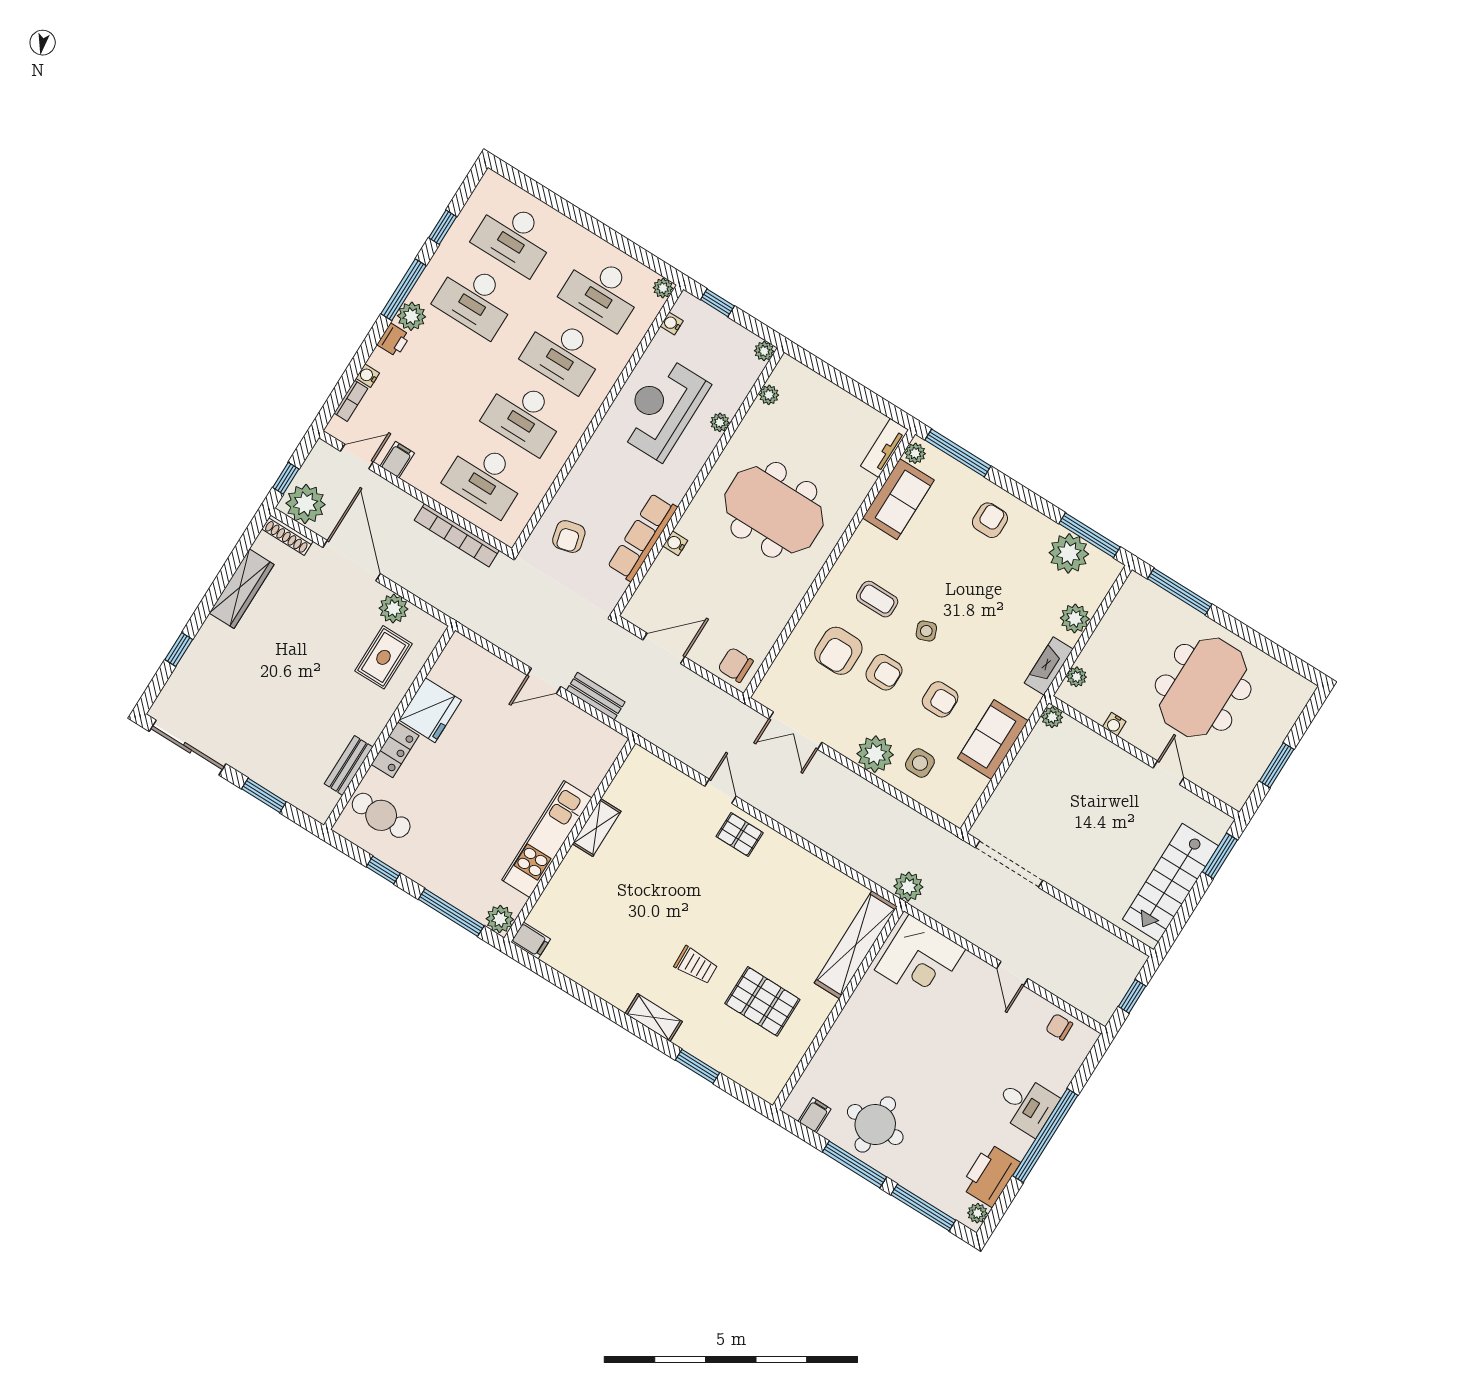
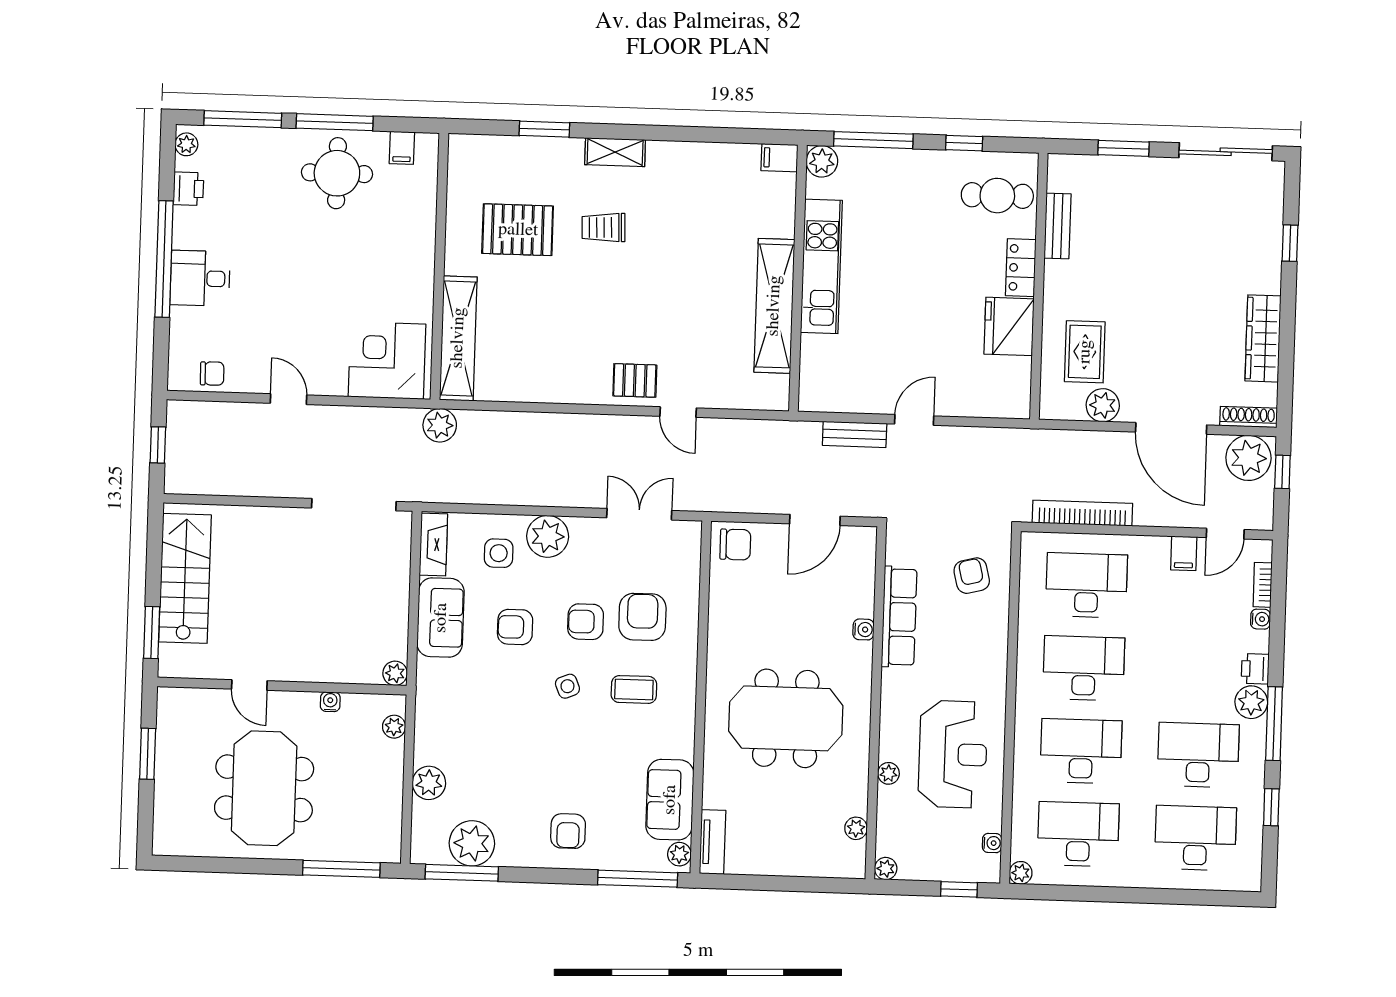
fireplace: (1049, 666) -> (433, 545), moved
shelving: (597, 828) -> (774, 306), width x2.20, depth x1.33
printer: (990, 1175) -> (188, 189), width x0.53, depth x0.68

